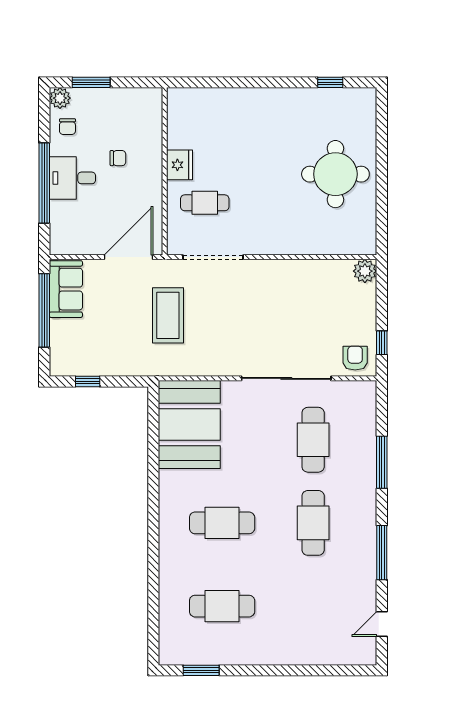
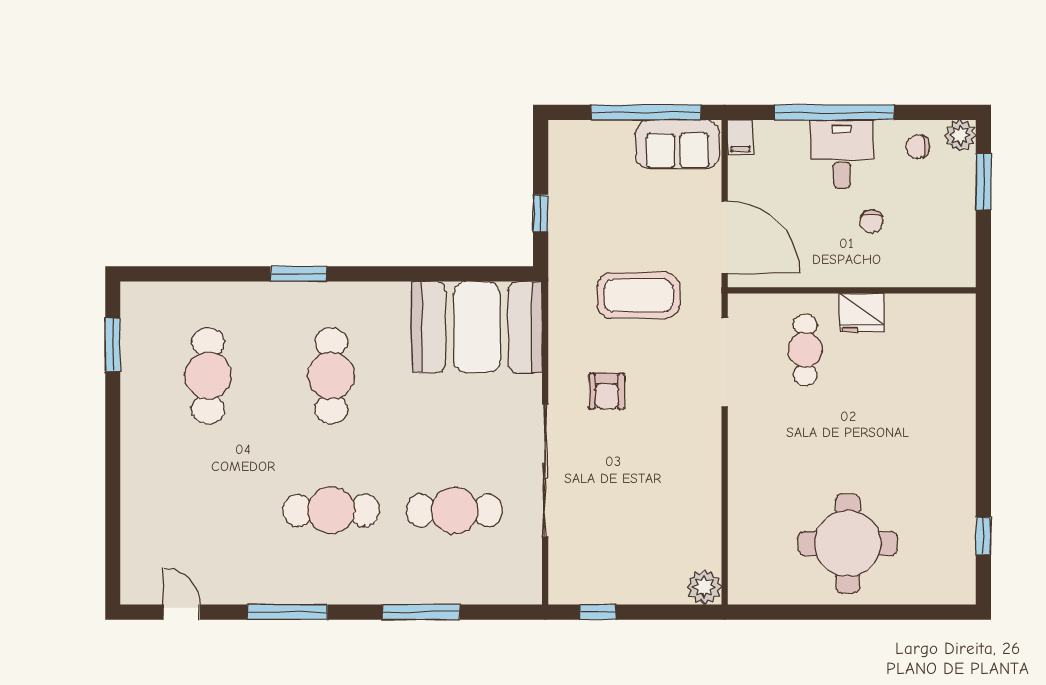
filing cabinet: (61, 246) -> (740, 137), added
armchair: (355, 358) -> (607, 391), moved, turned 90
window: (88, 381) -> (541, 213), moved
window: (153, 545) -> (299, 274), added

